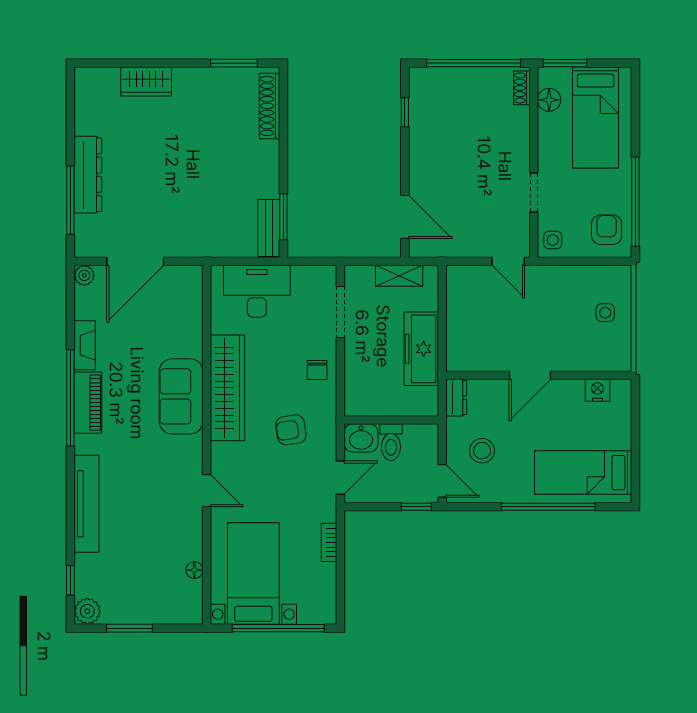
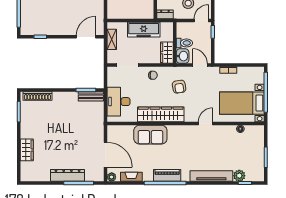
fireplace: (85, 345) -> (131, 177), moved
sofa: (181, 396) -> (150, 135), moved
wardrobe: (369, 402) -> (167, 53), added
plant: (87, 611) -> (239, 176), moved

